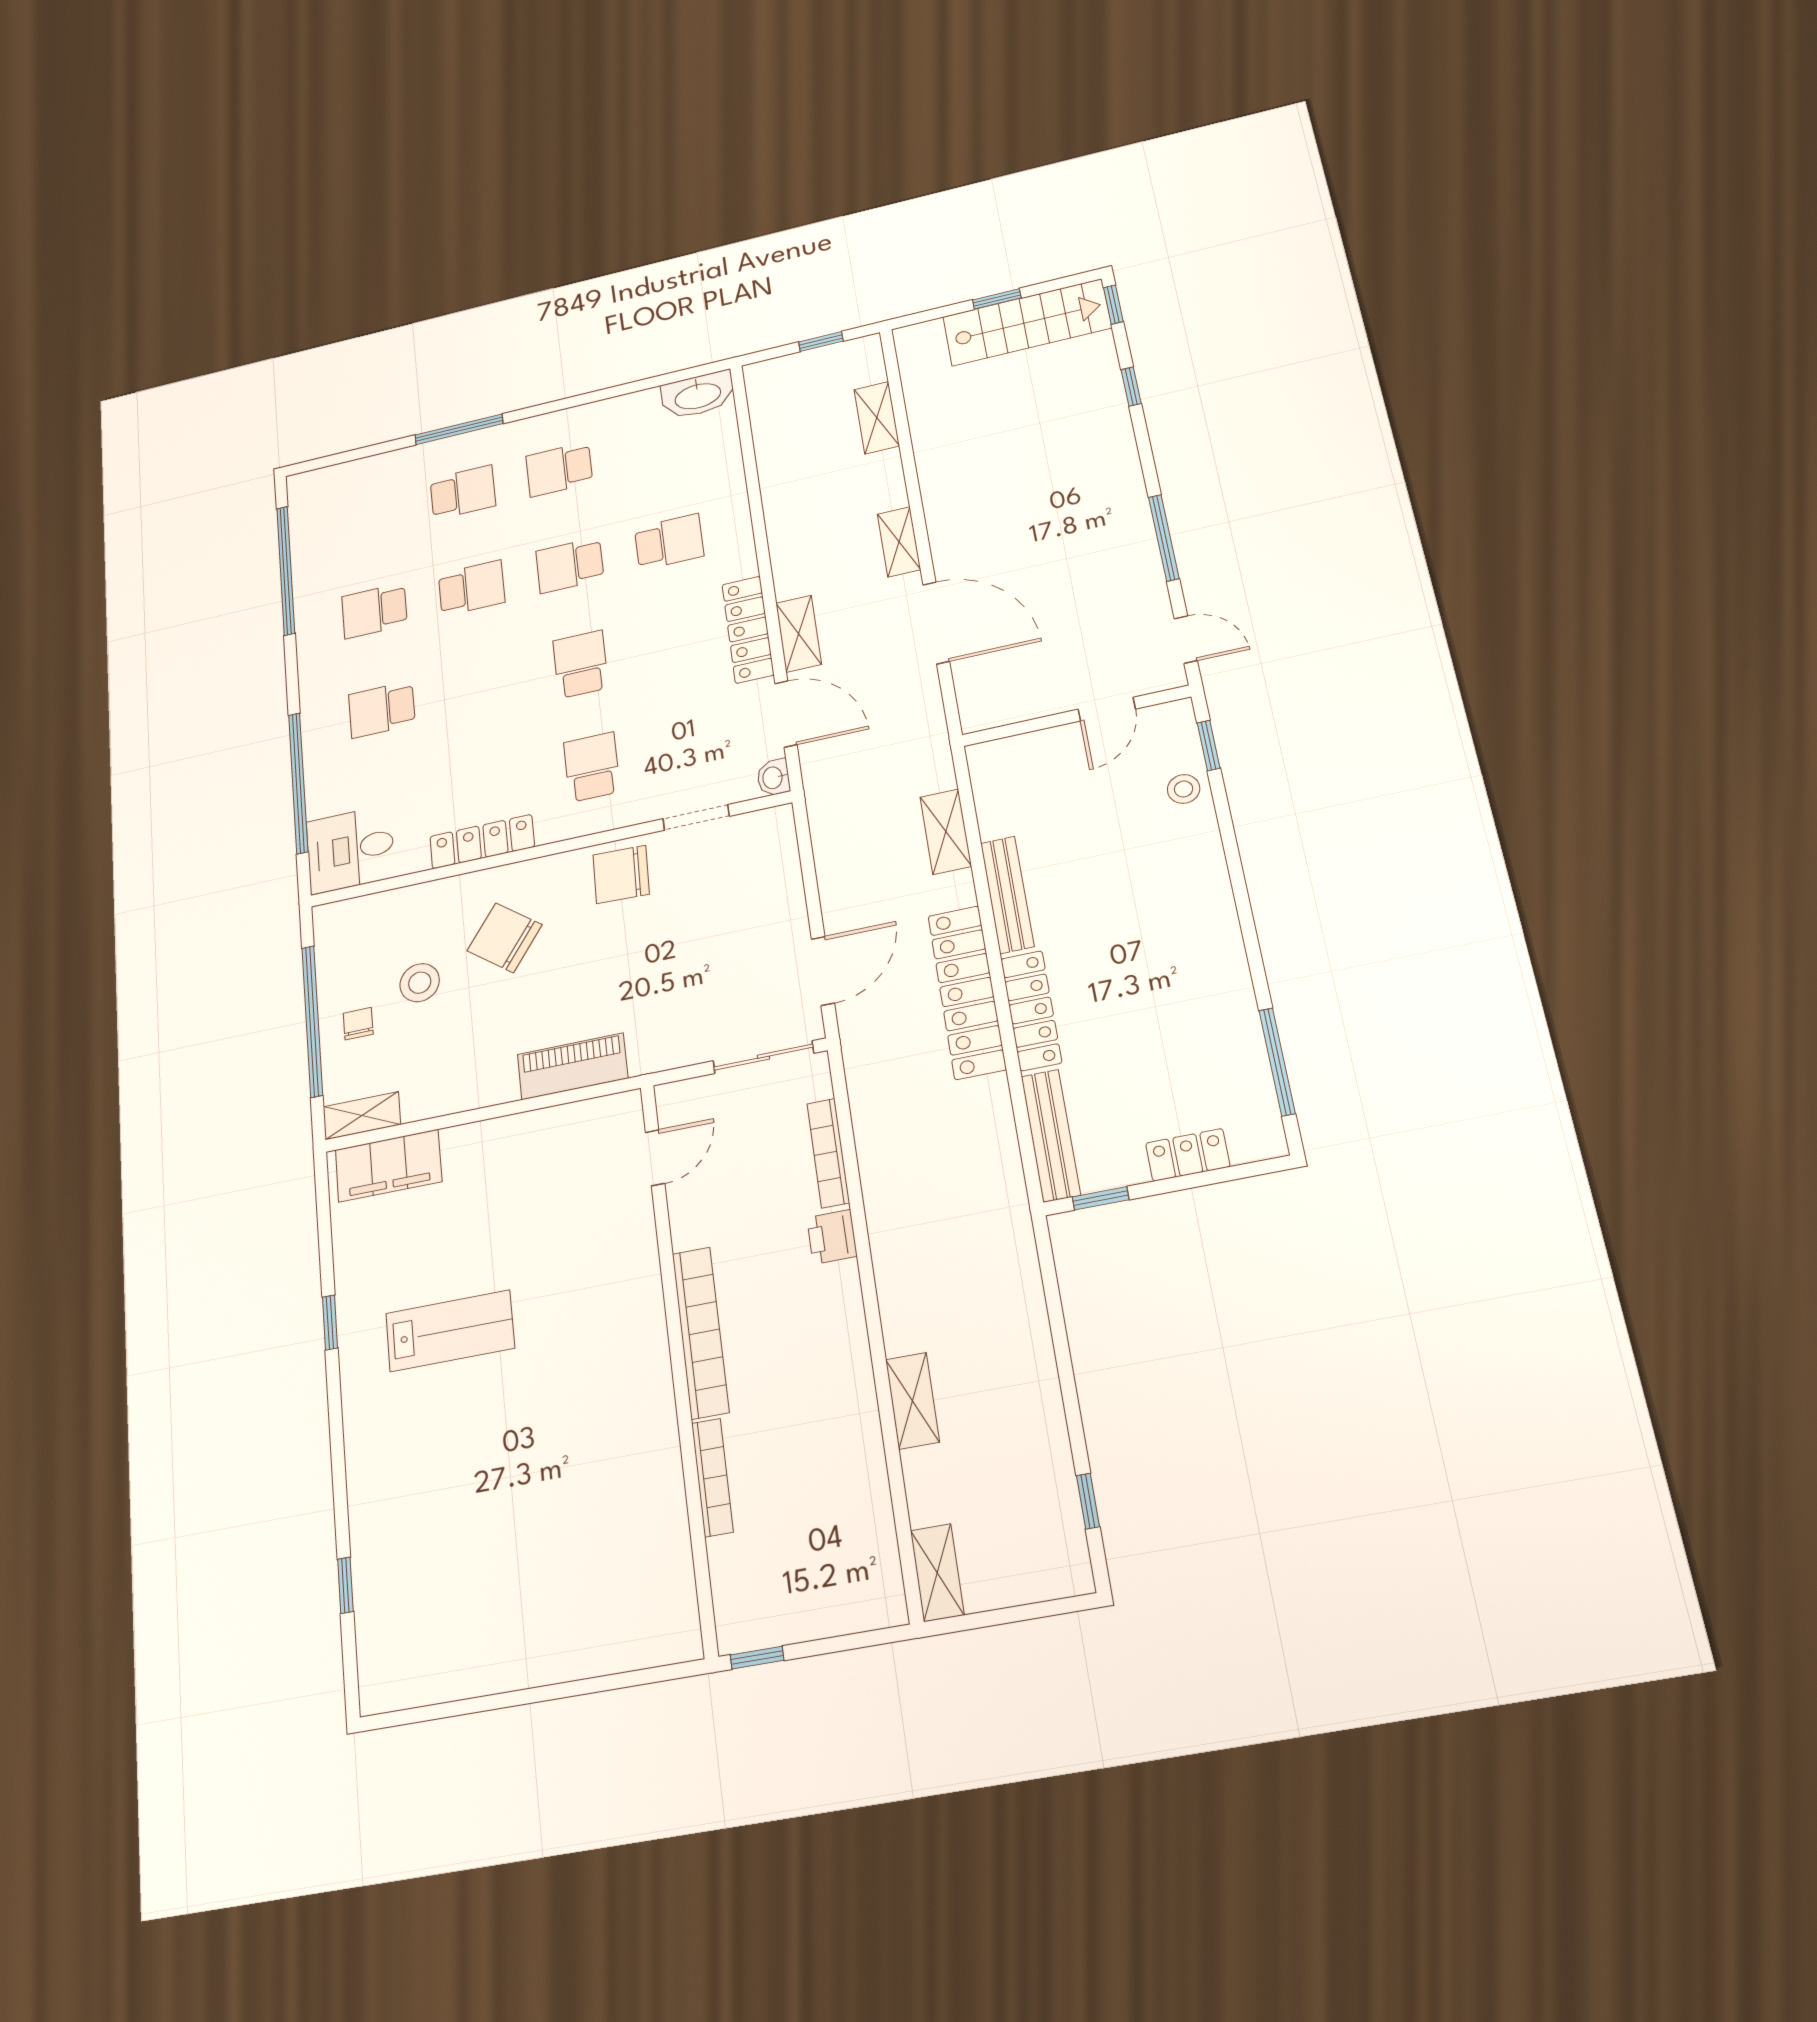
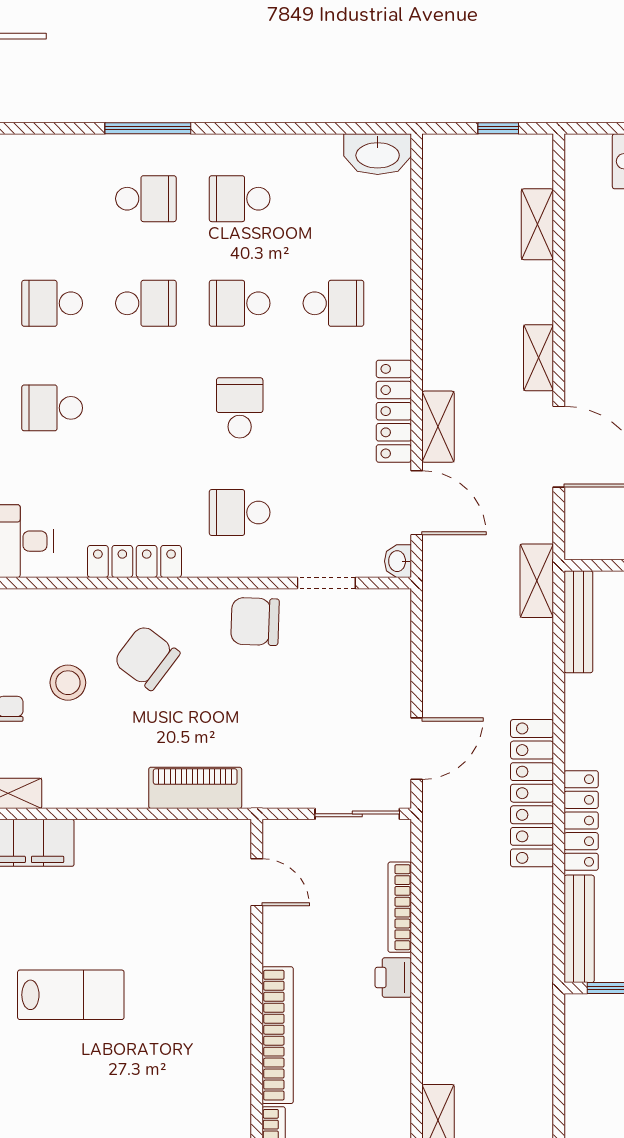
school desk: (592, 767) -> (240, 512), turned -90
shelving: (946, 832) -> (537, 581), moved
bench: (1007, 895) -> (578, 622), moved
door: (655, 1158) -> (257, 882), hinge flipped

